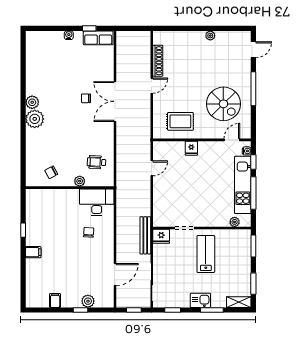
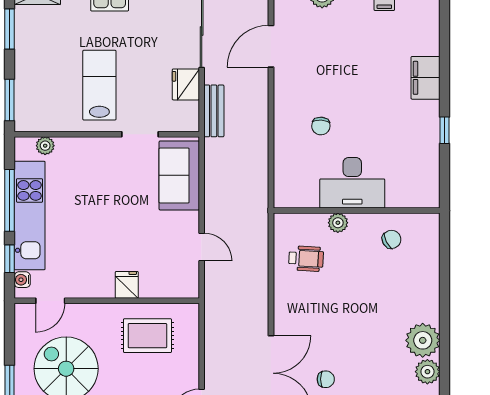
door: (152, 168) -> (202, 247), swing flipped
desk: (97, 202) -> (352, 183), moved
sofa: (164, 206) -> (179, 175), added
bench: (145, 235) -> (214, 111), width x0.73
fridge: (161, 236) -> (186, 84), moved, turned -90
filing cabinet: (33, 252) -> (426, 78), width x2.00
lab bench: (206, 254) -> (99, 85), turned 180

